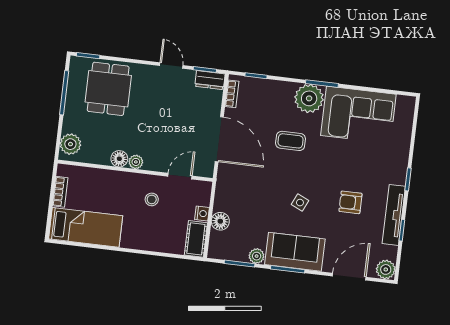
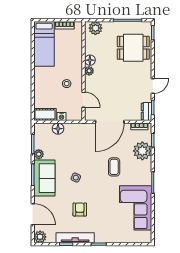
plant: (309, 98) -> (142, 151), moved

